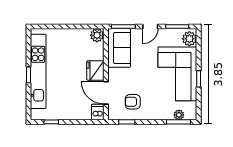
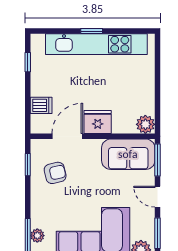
armchair: (133, 102) -> (55, 173), turned 77
dishwasher: (98, 112) -> (41, 105), moved

